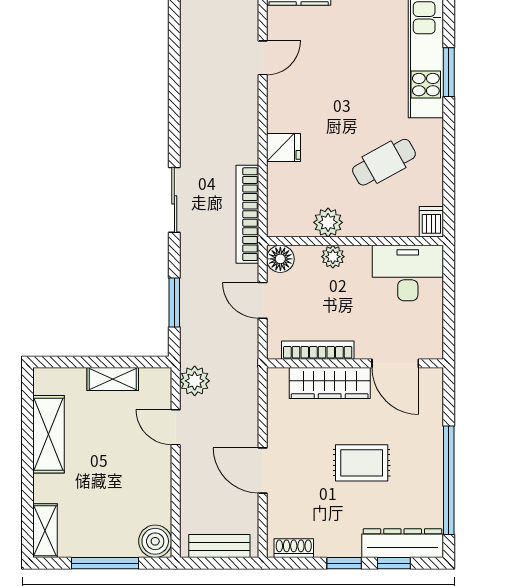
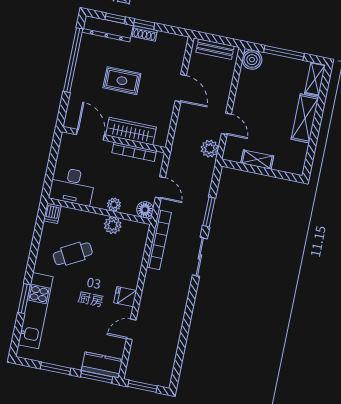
fridge: (283, 148) -> (125, 297), moved
window: (174, 303) -> (209, 212), moved
shelving: (49, 434) -> (305, 118), moved
shoe rack: (294, 548) -> (145, 33), moved

